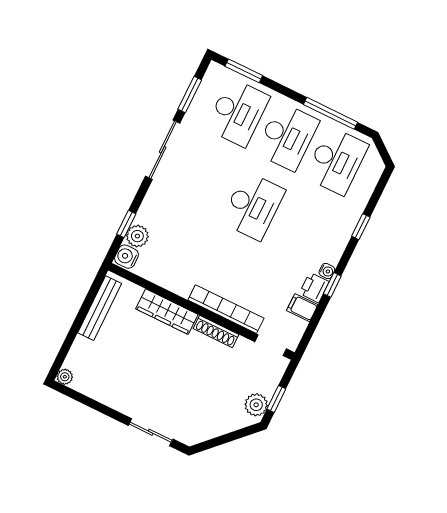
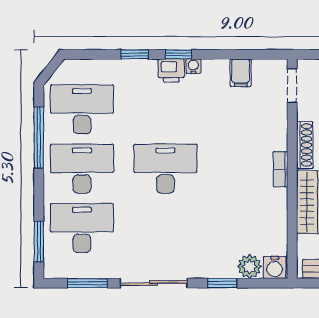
window: (126, 224) -> (222, 283), moved
window: (332, 285) -> (179, 54), moved
printer: (314, 288) -> (171, 71), moved
bookcase: (226, 309) -> (281, 169), width x0.43, depth x0.76

